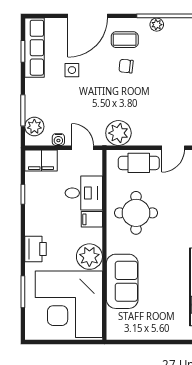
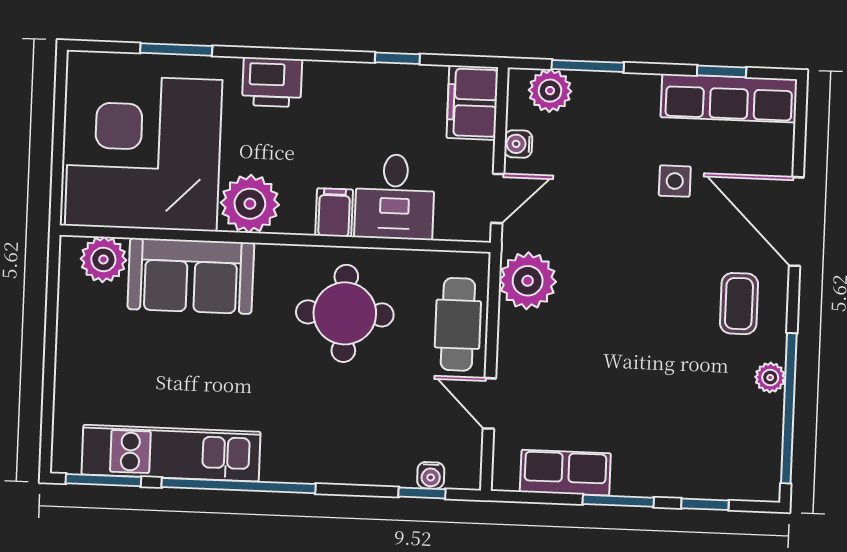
chair: (126, 66) -> (679, 304), removed
plant: (117, 320) -> (103, 259), added

